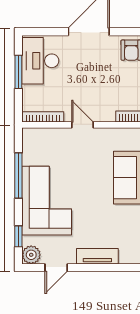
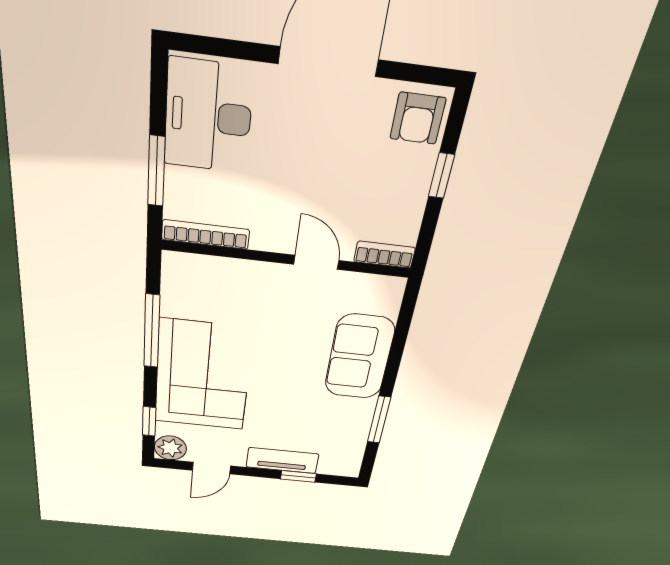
window: (18, 72) -> (156, 171), moved
door: (82, 125) -> (316, 262), moved
window: (108, 268) -> (298, 476), added

